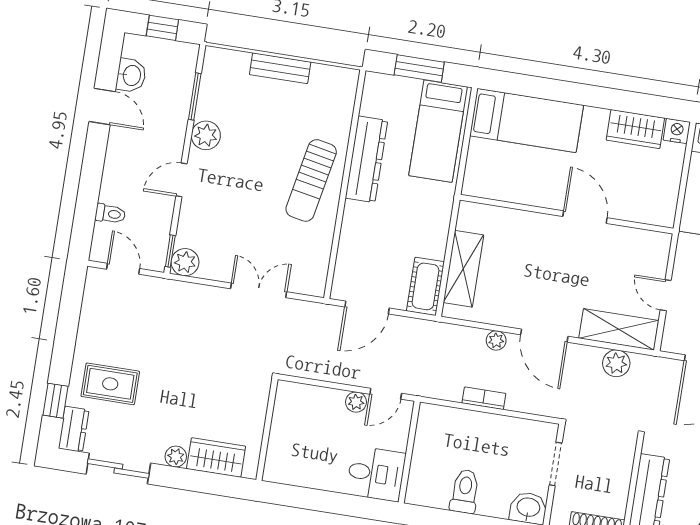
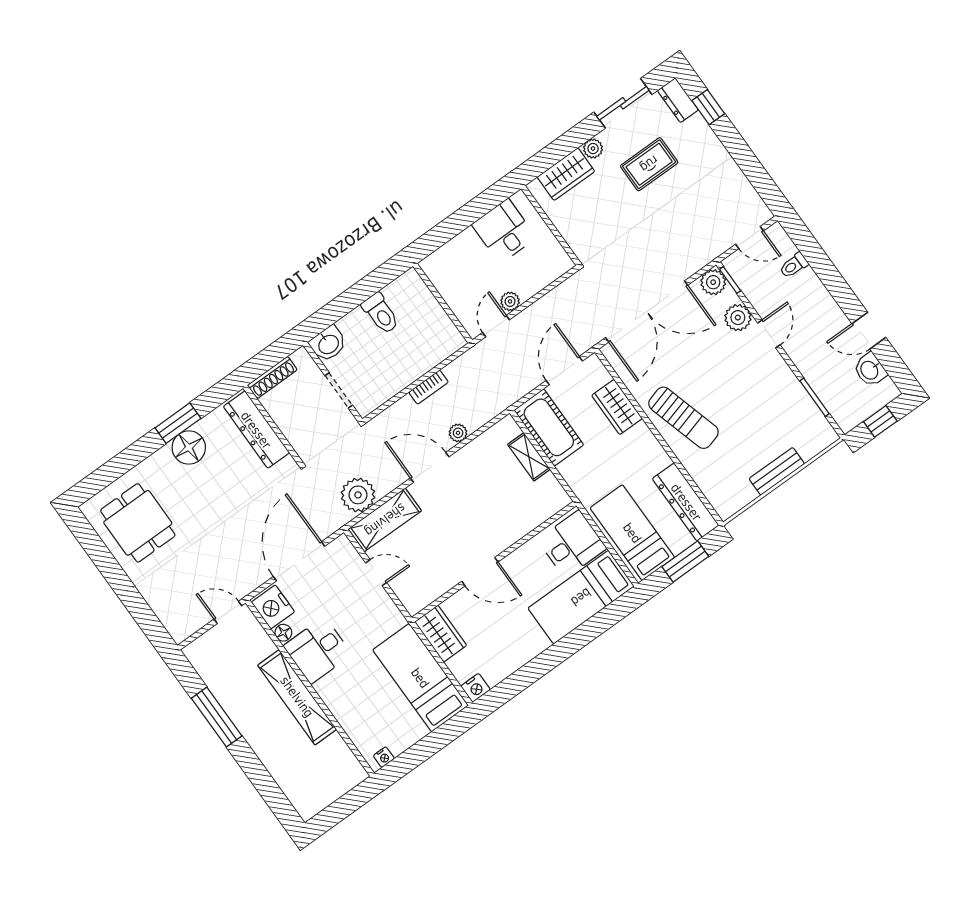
wardrobe: (635, 129) -> (441, 634), moved, turned 90
plant: (206, 135) -> (738, 318), moved
dresser: (366, 159) -> (686, 502), moved
desk: (493, 168) -> (572, 544), added
sun lounger: (311, 180) -> (683, 418), turned 153
wardrobe: (354, 239) -> (617, 407), added
shelving: (463, 269) -> (529, 457), width x0.67, depth x0.75
cot: (425, 286) -> (549, 427), width x1.37, depth x1.34
double door: (259, 290) -> (647, 311), width x1.87
plant: (616, 363) -> (358, 495), width x1.36, depth x1.36
rug: (110, 384) -> (649, 164), moved
desk: (376, 474) -> (504, 231), moved, turned 90

